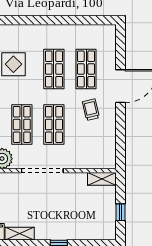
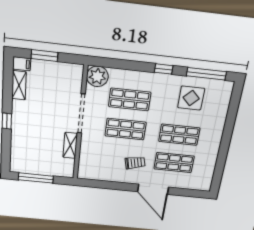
shelving: (102, 179) -> (70, 145), moved
window: (121, 212) -> (36, 178), width x2.17

